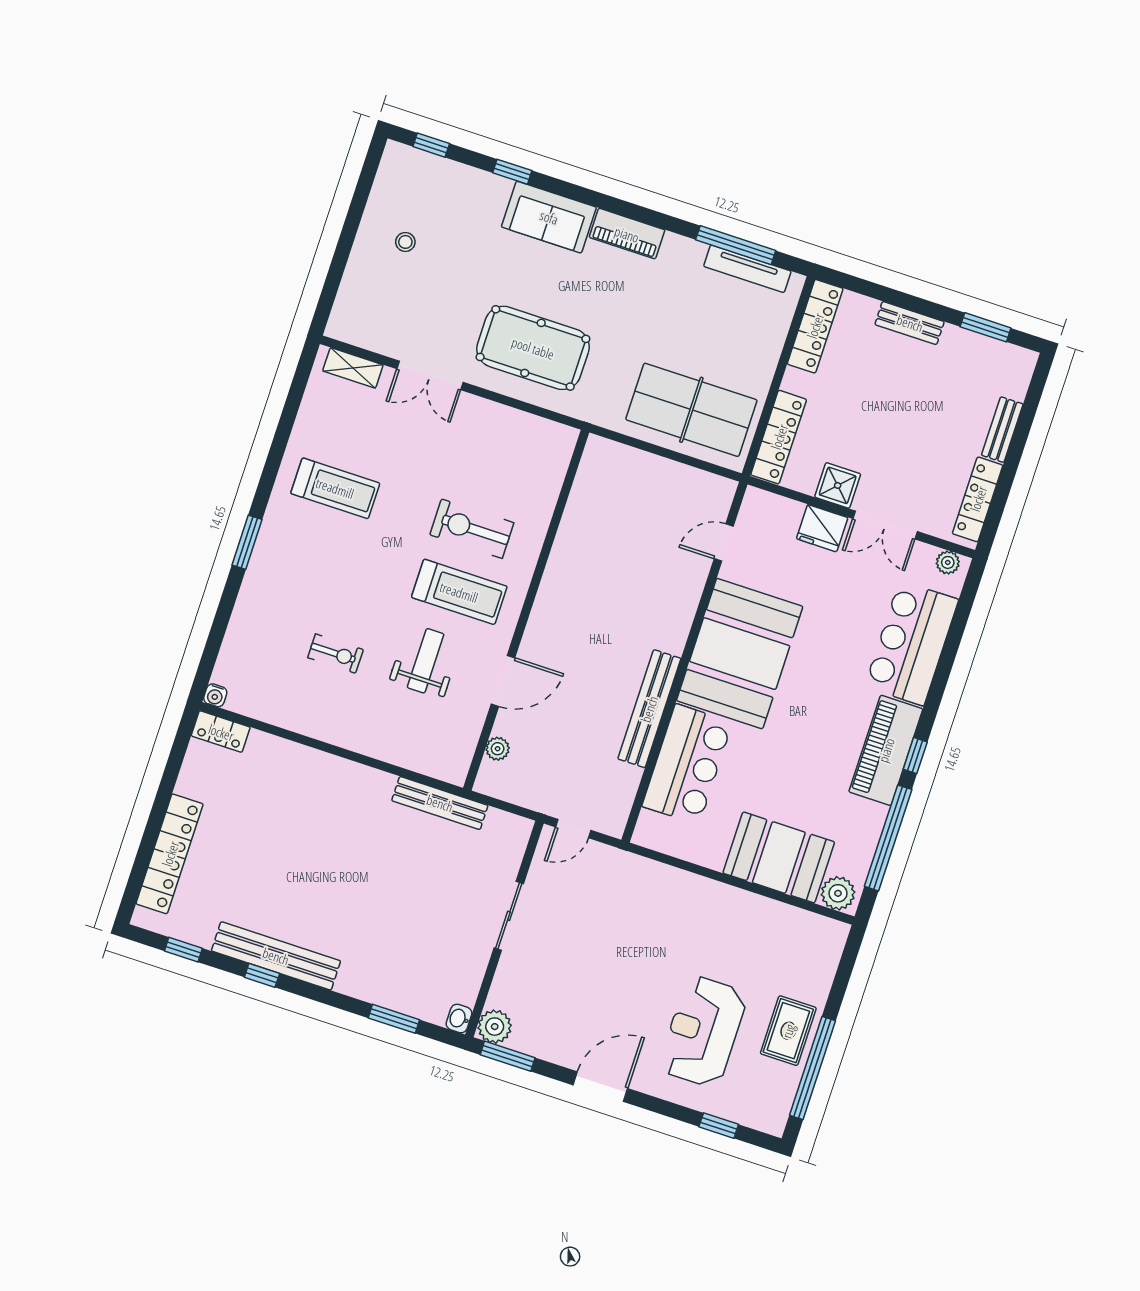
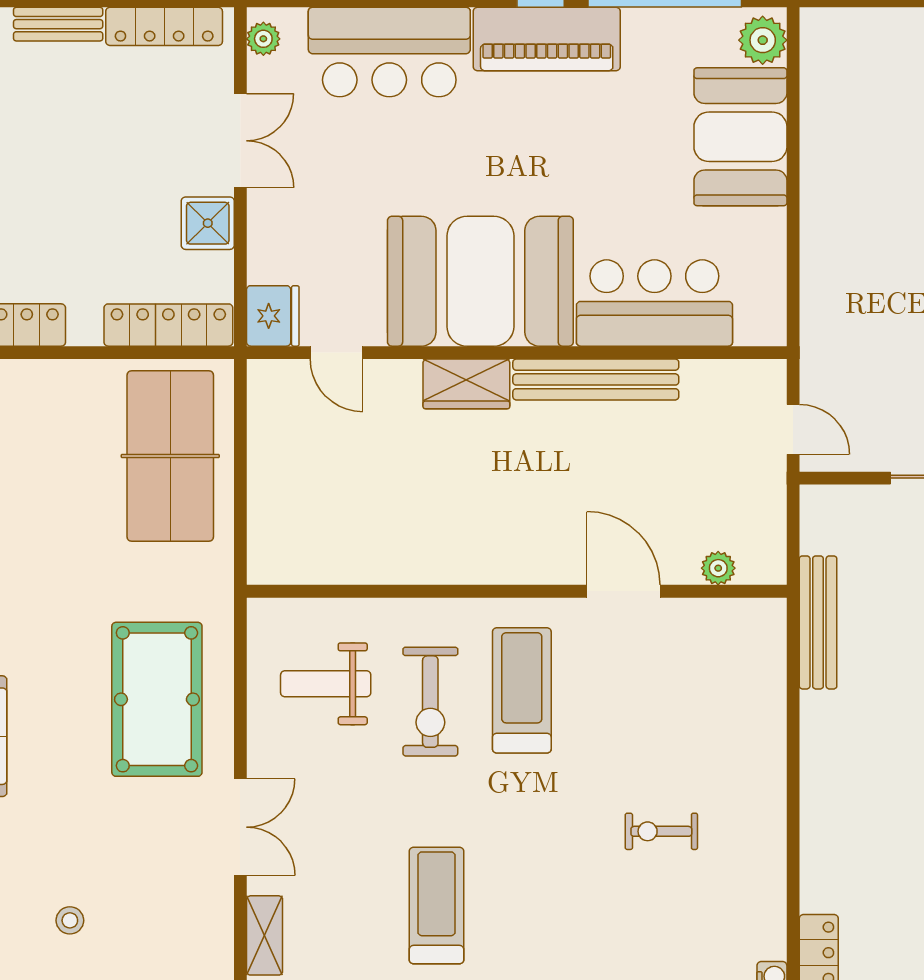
fridge: (822, 528) -> (273, 316), moved
wardrobe: (675, 622) -> (466, 384), added
exercise bike: (335, 654) -> (661, 831), turned -90
weight bench: (426, 661) -> (326, 684), moved

